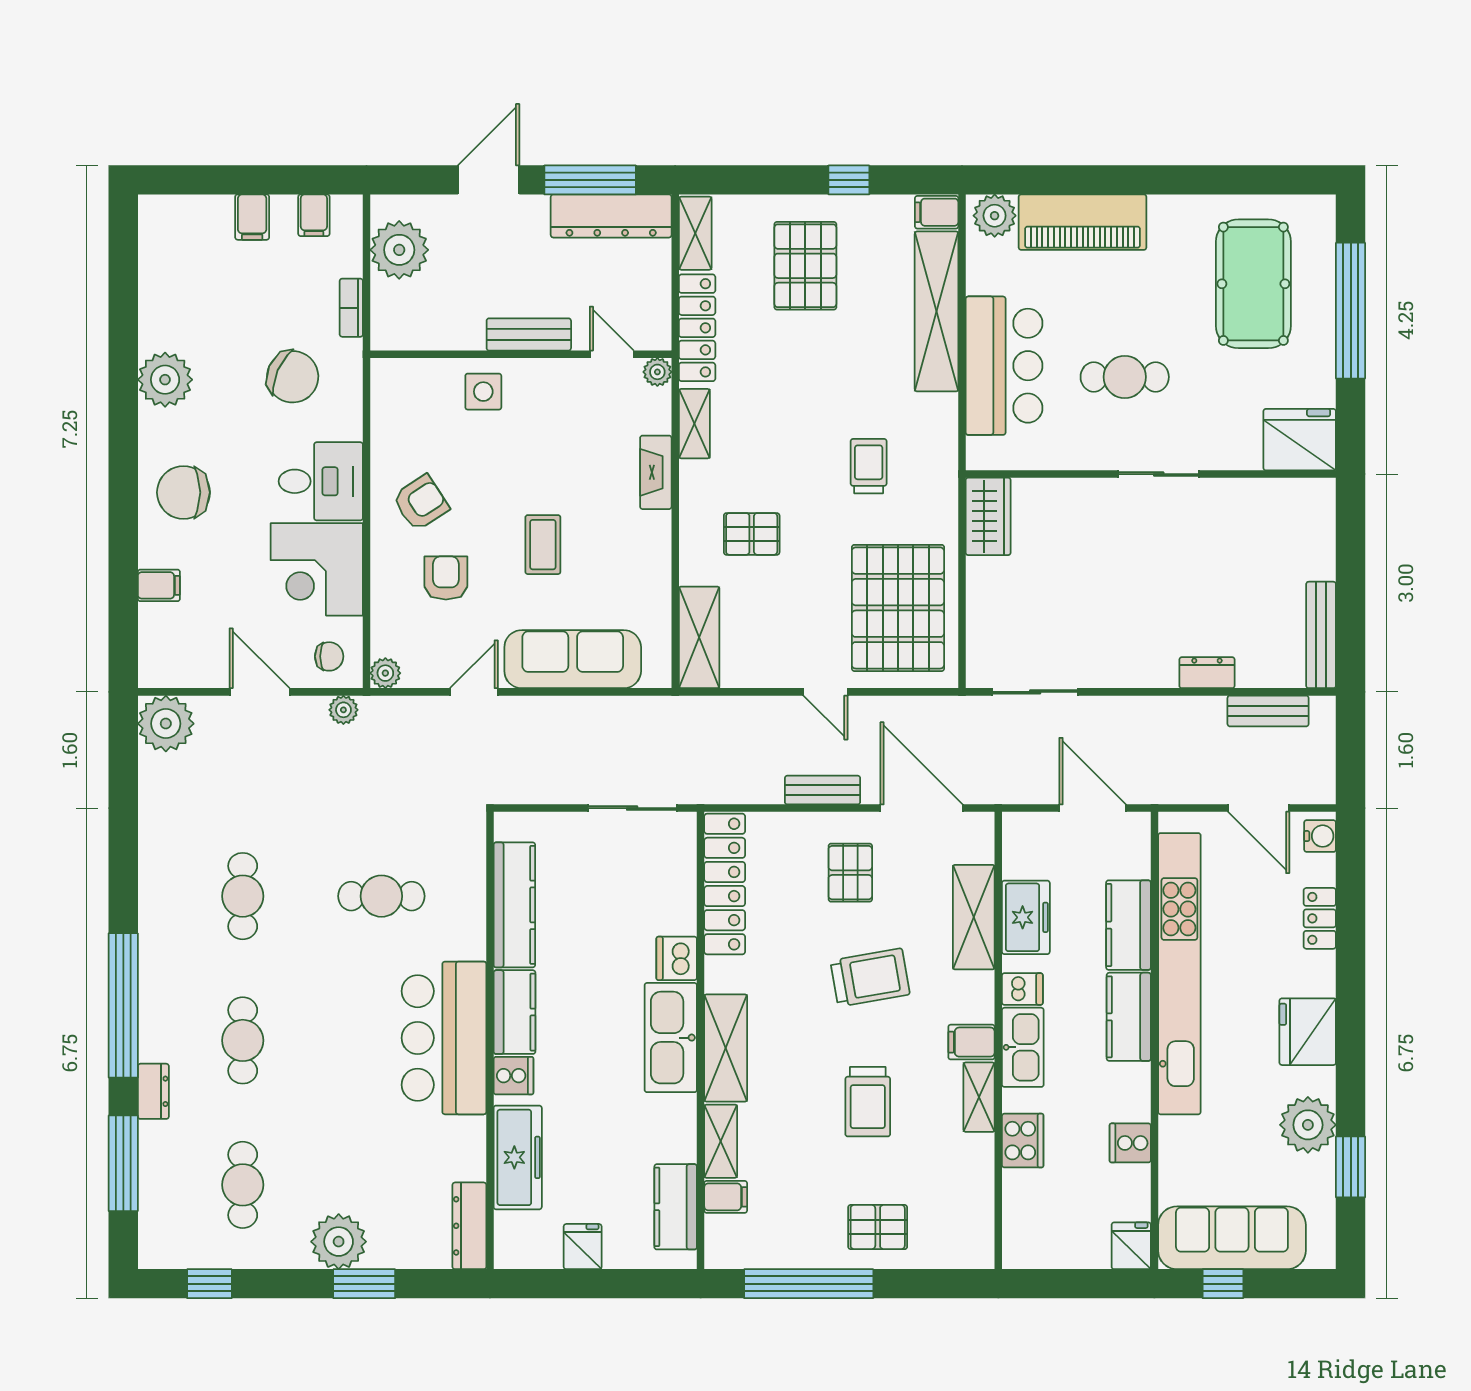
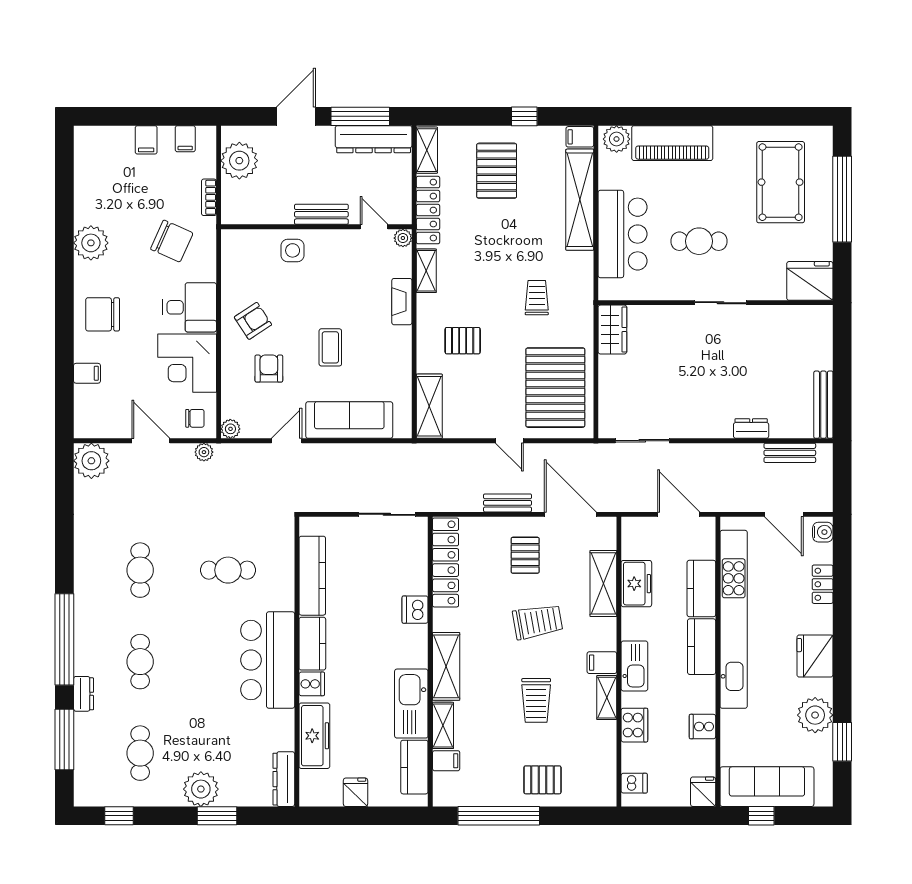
dishwasher: (1022, 989) -> (634, 783), moved
kitchen sink: (671, 1038) -> (411, 704), moved

